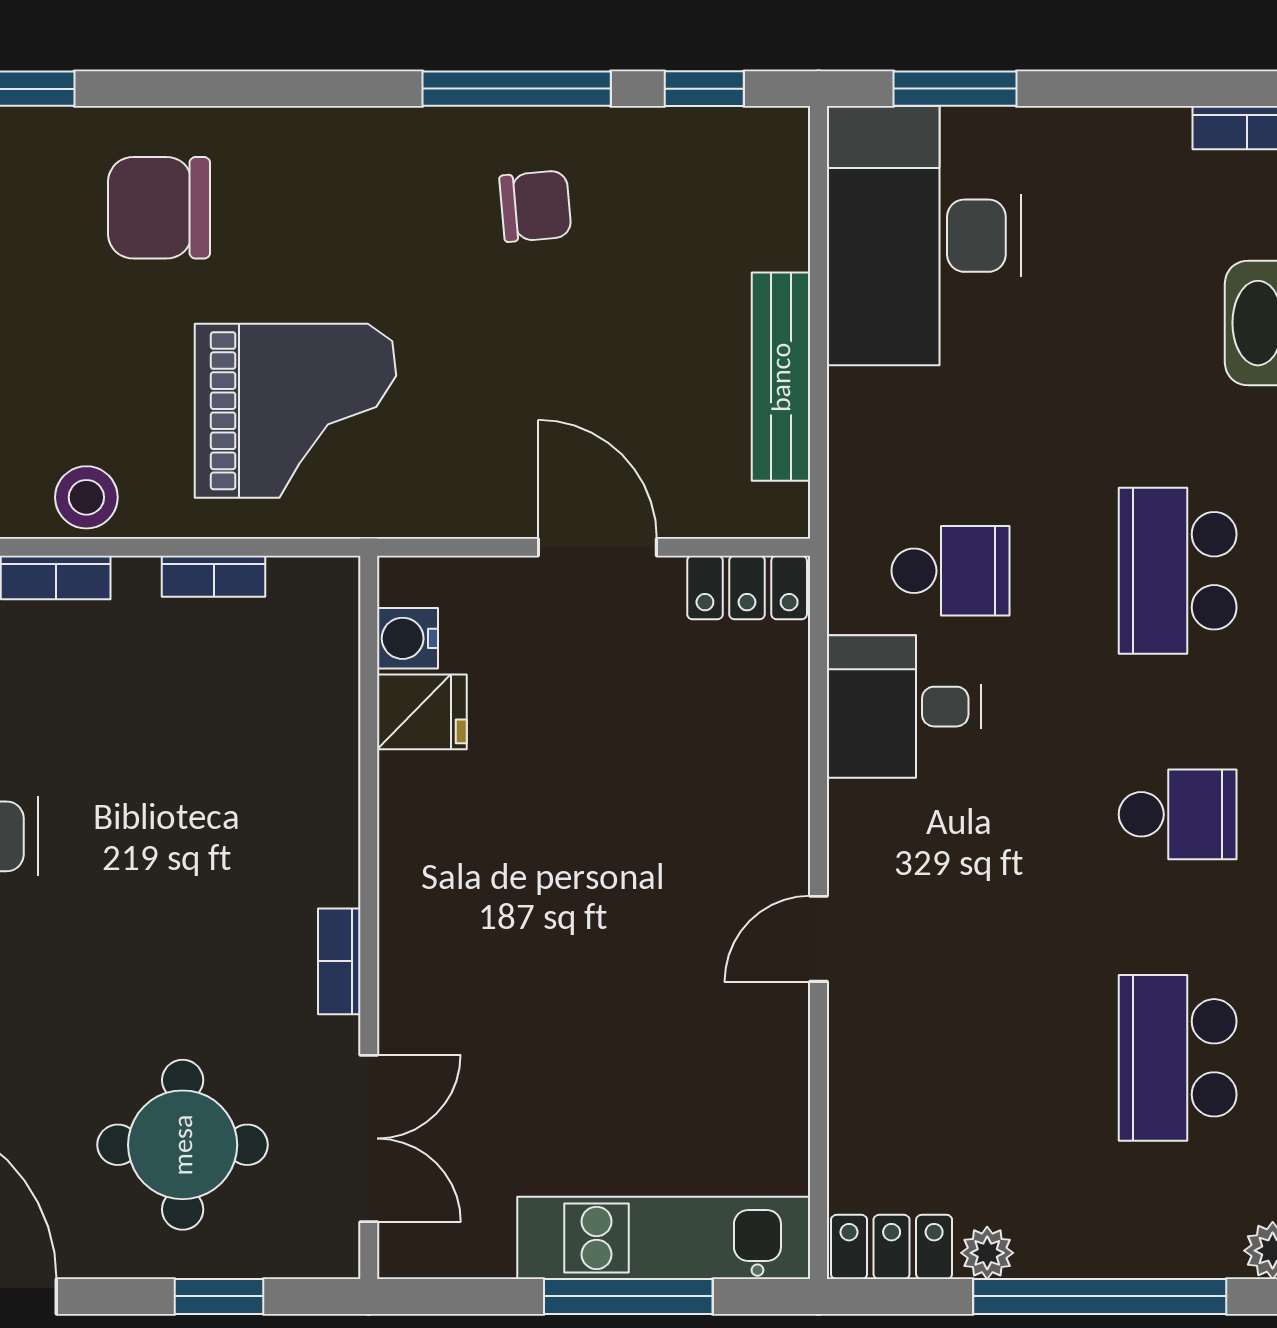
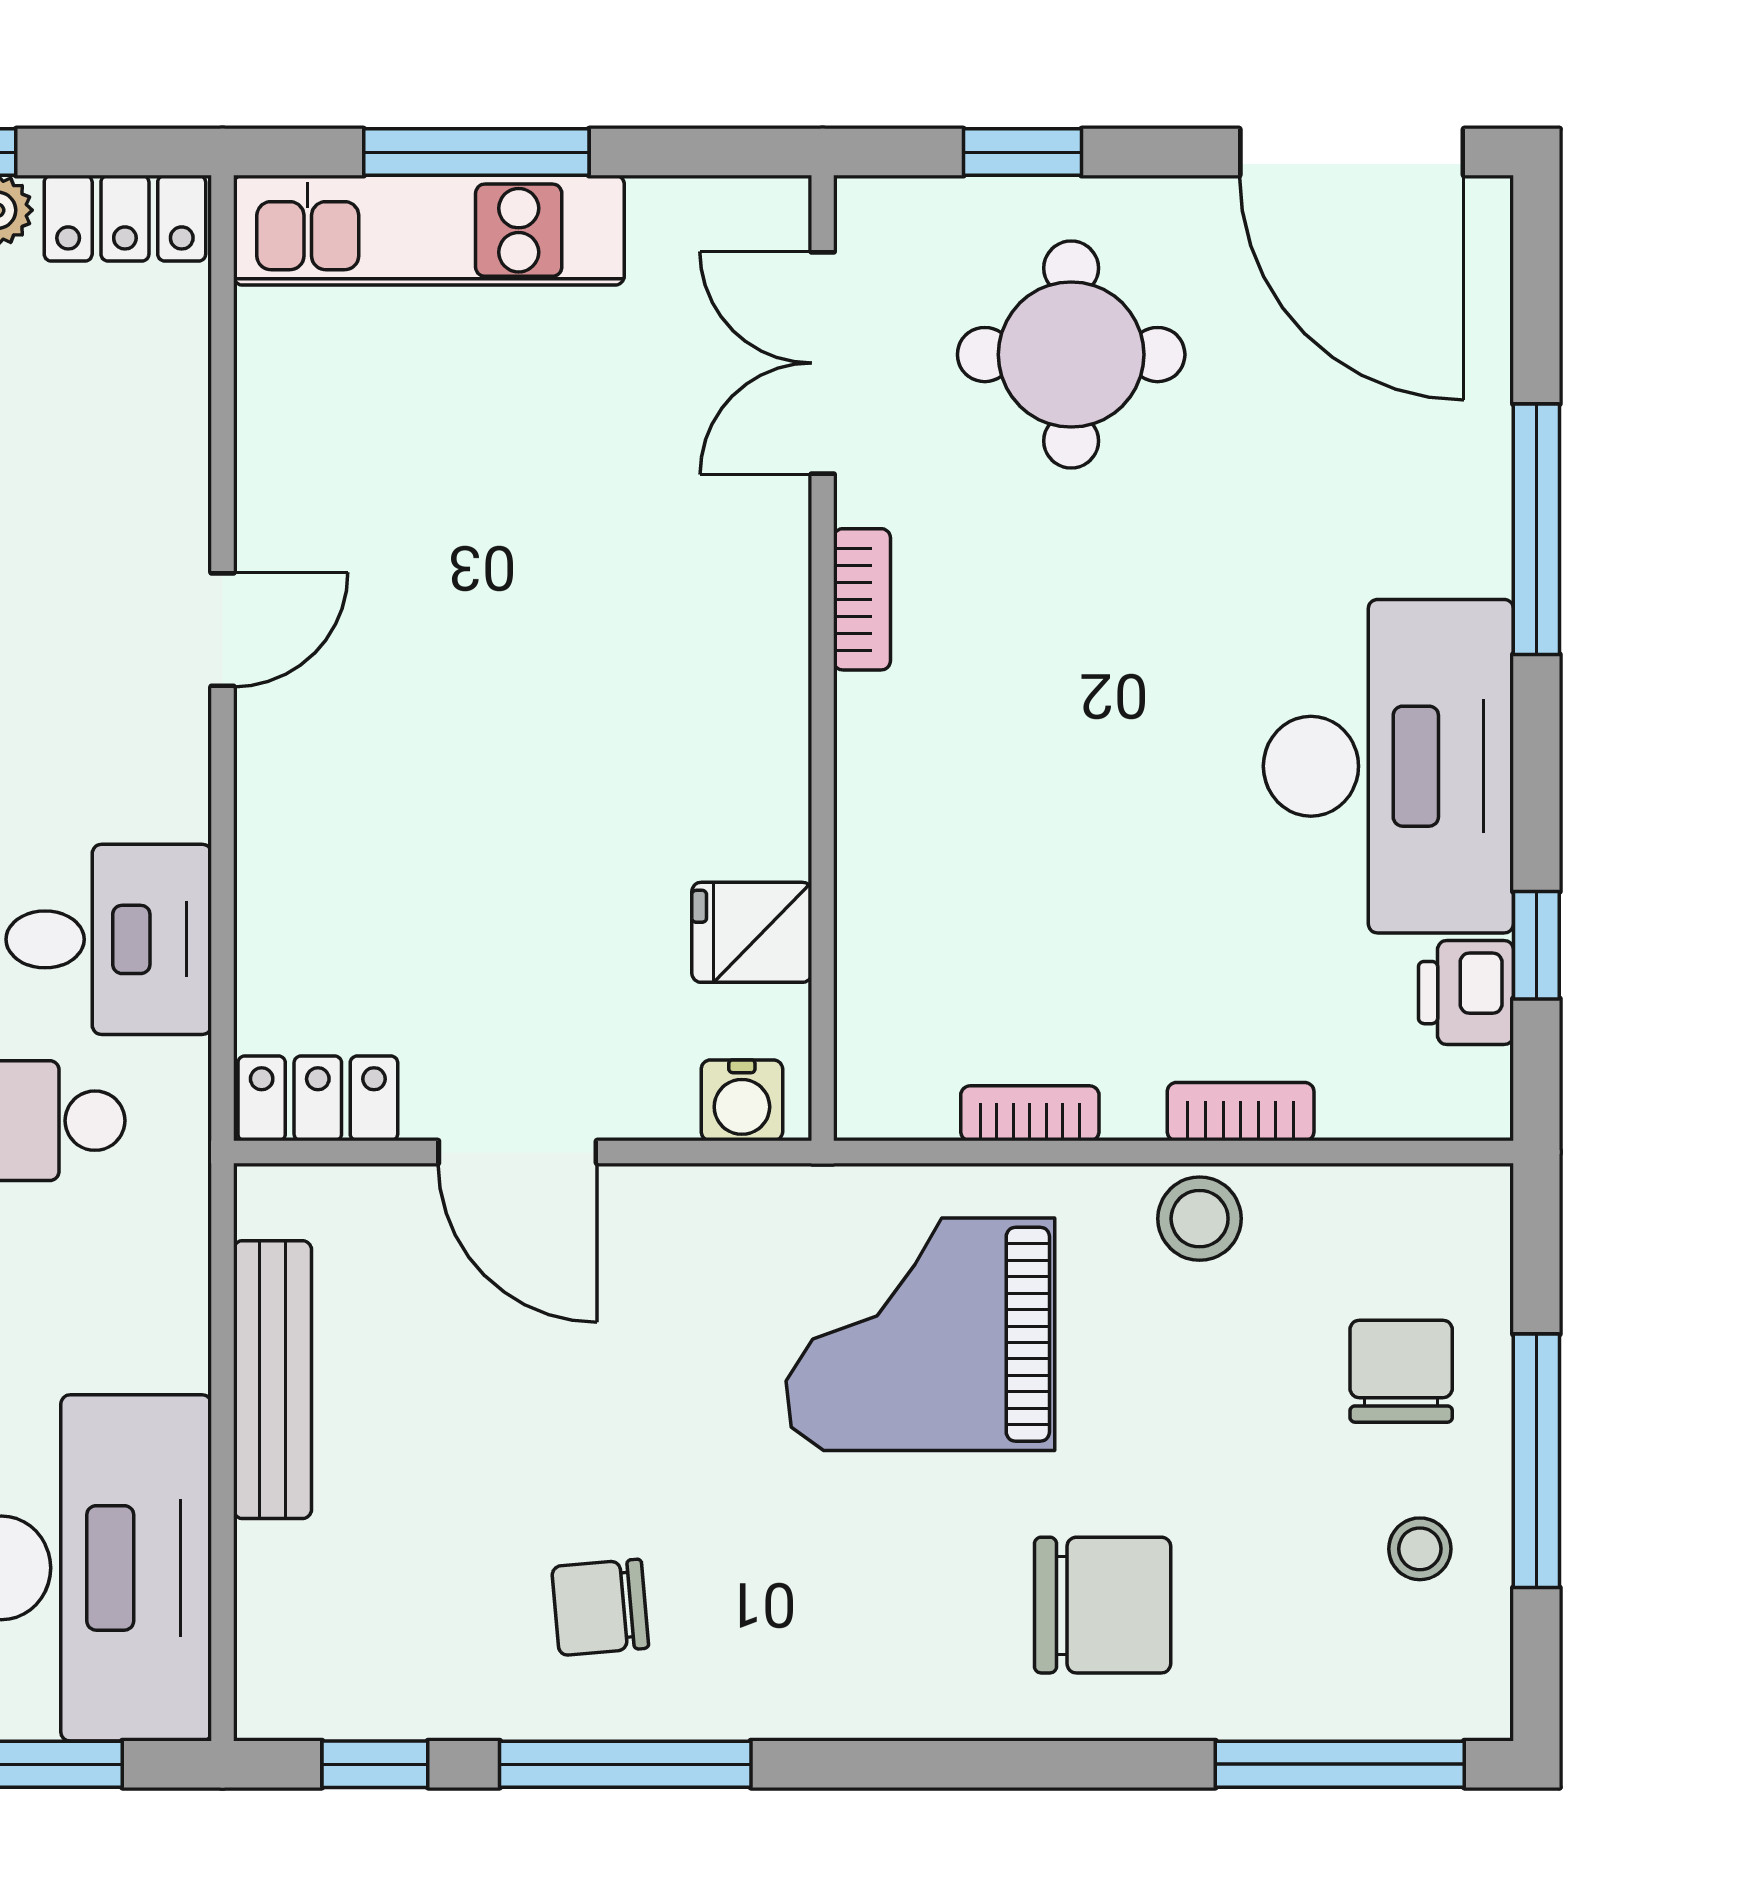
water cooler: (407, 638) -> (742, 1100), moved, turned 90

